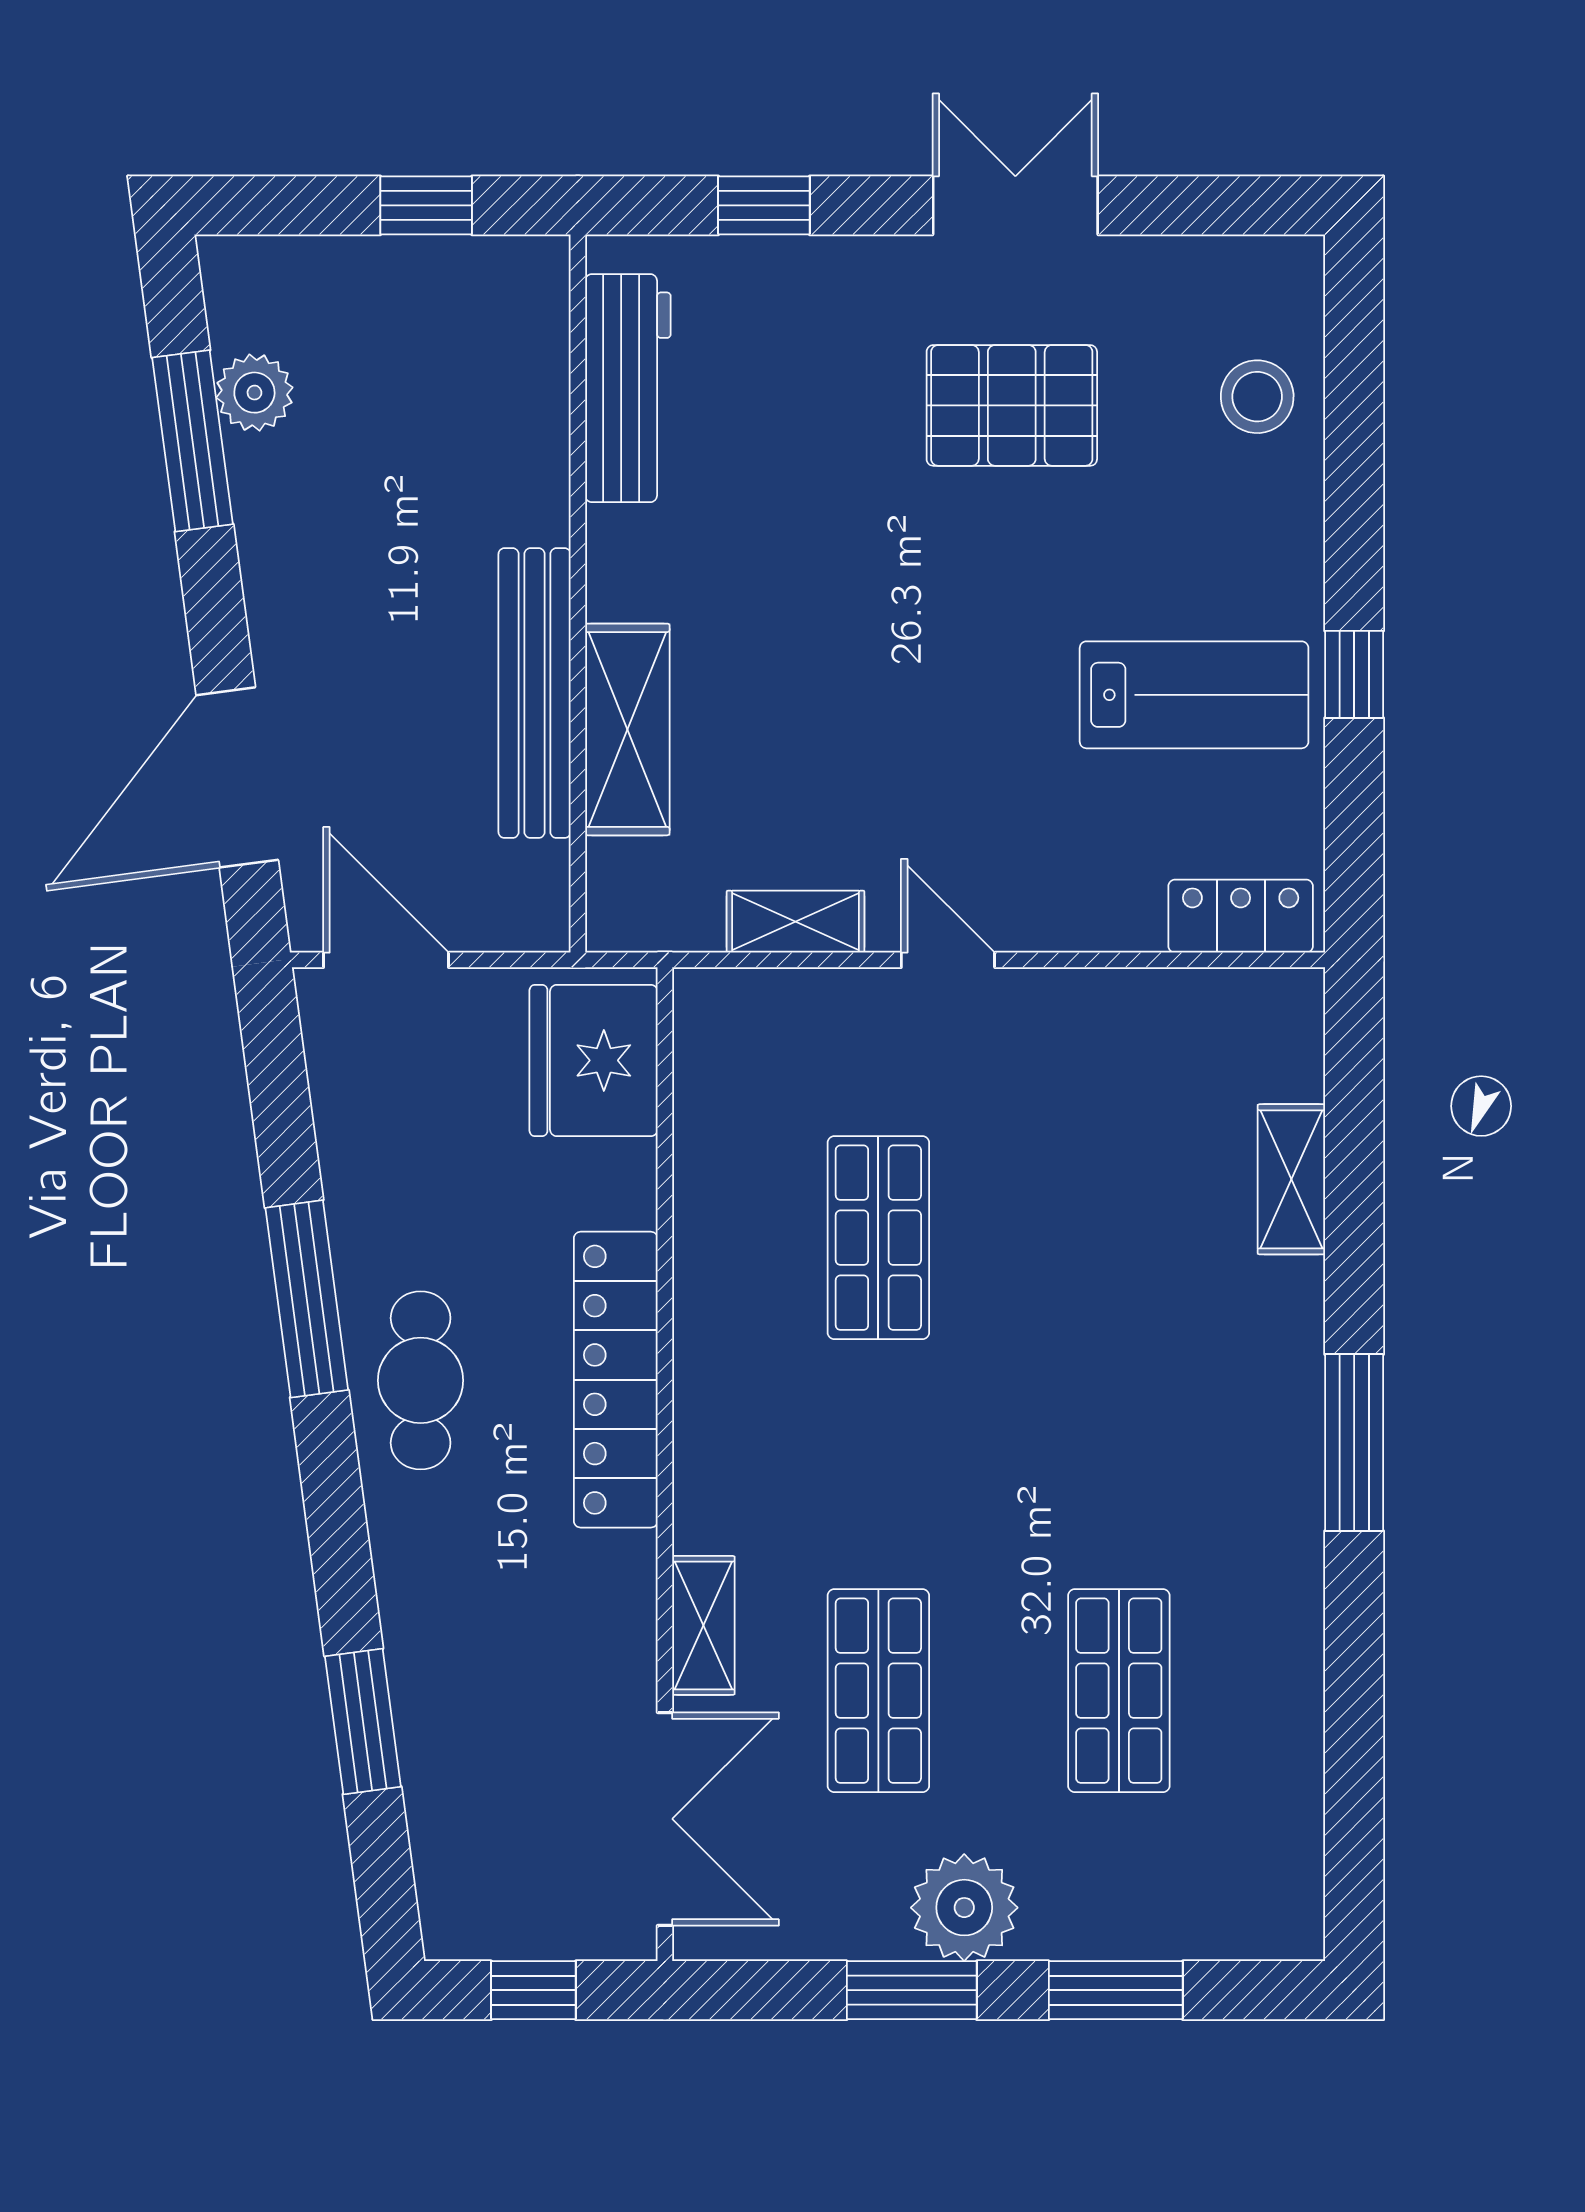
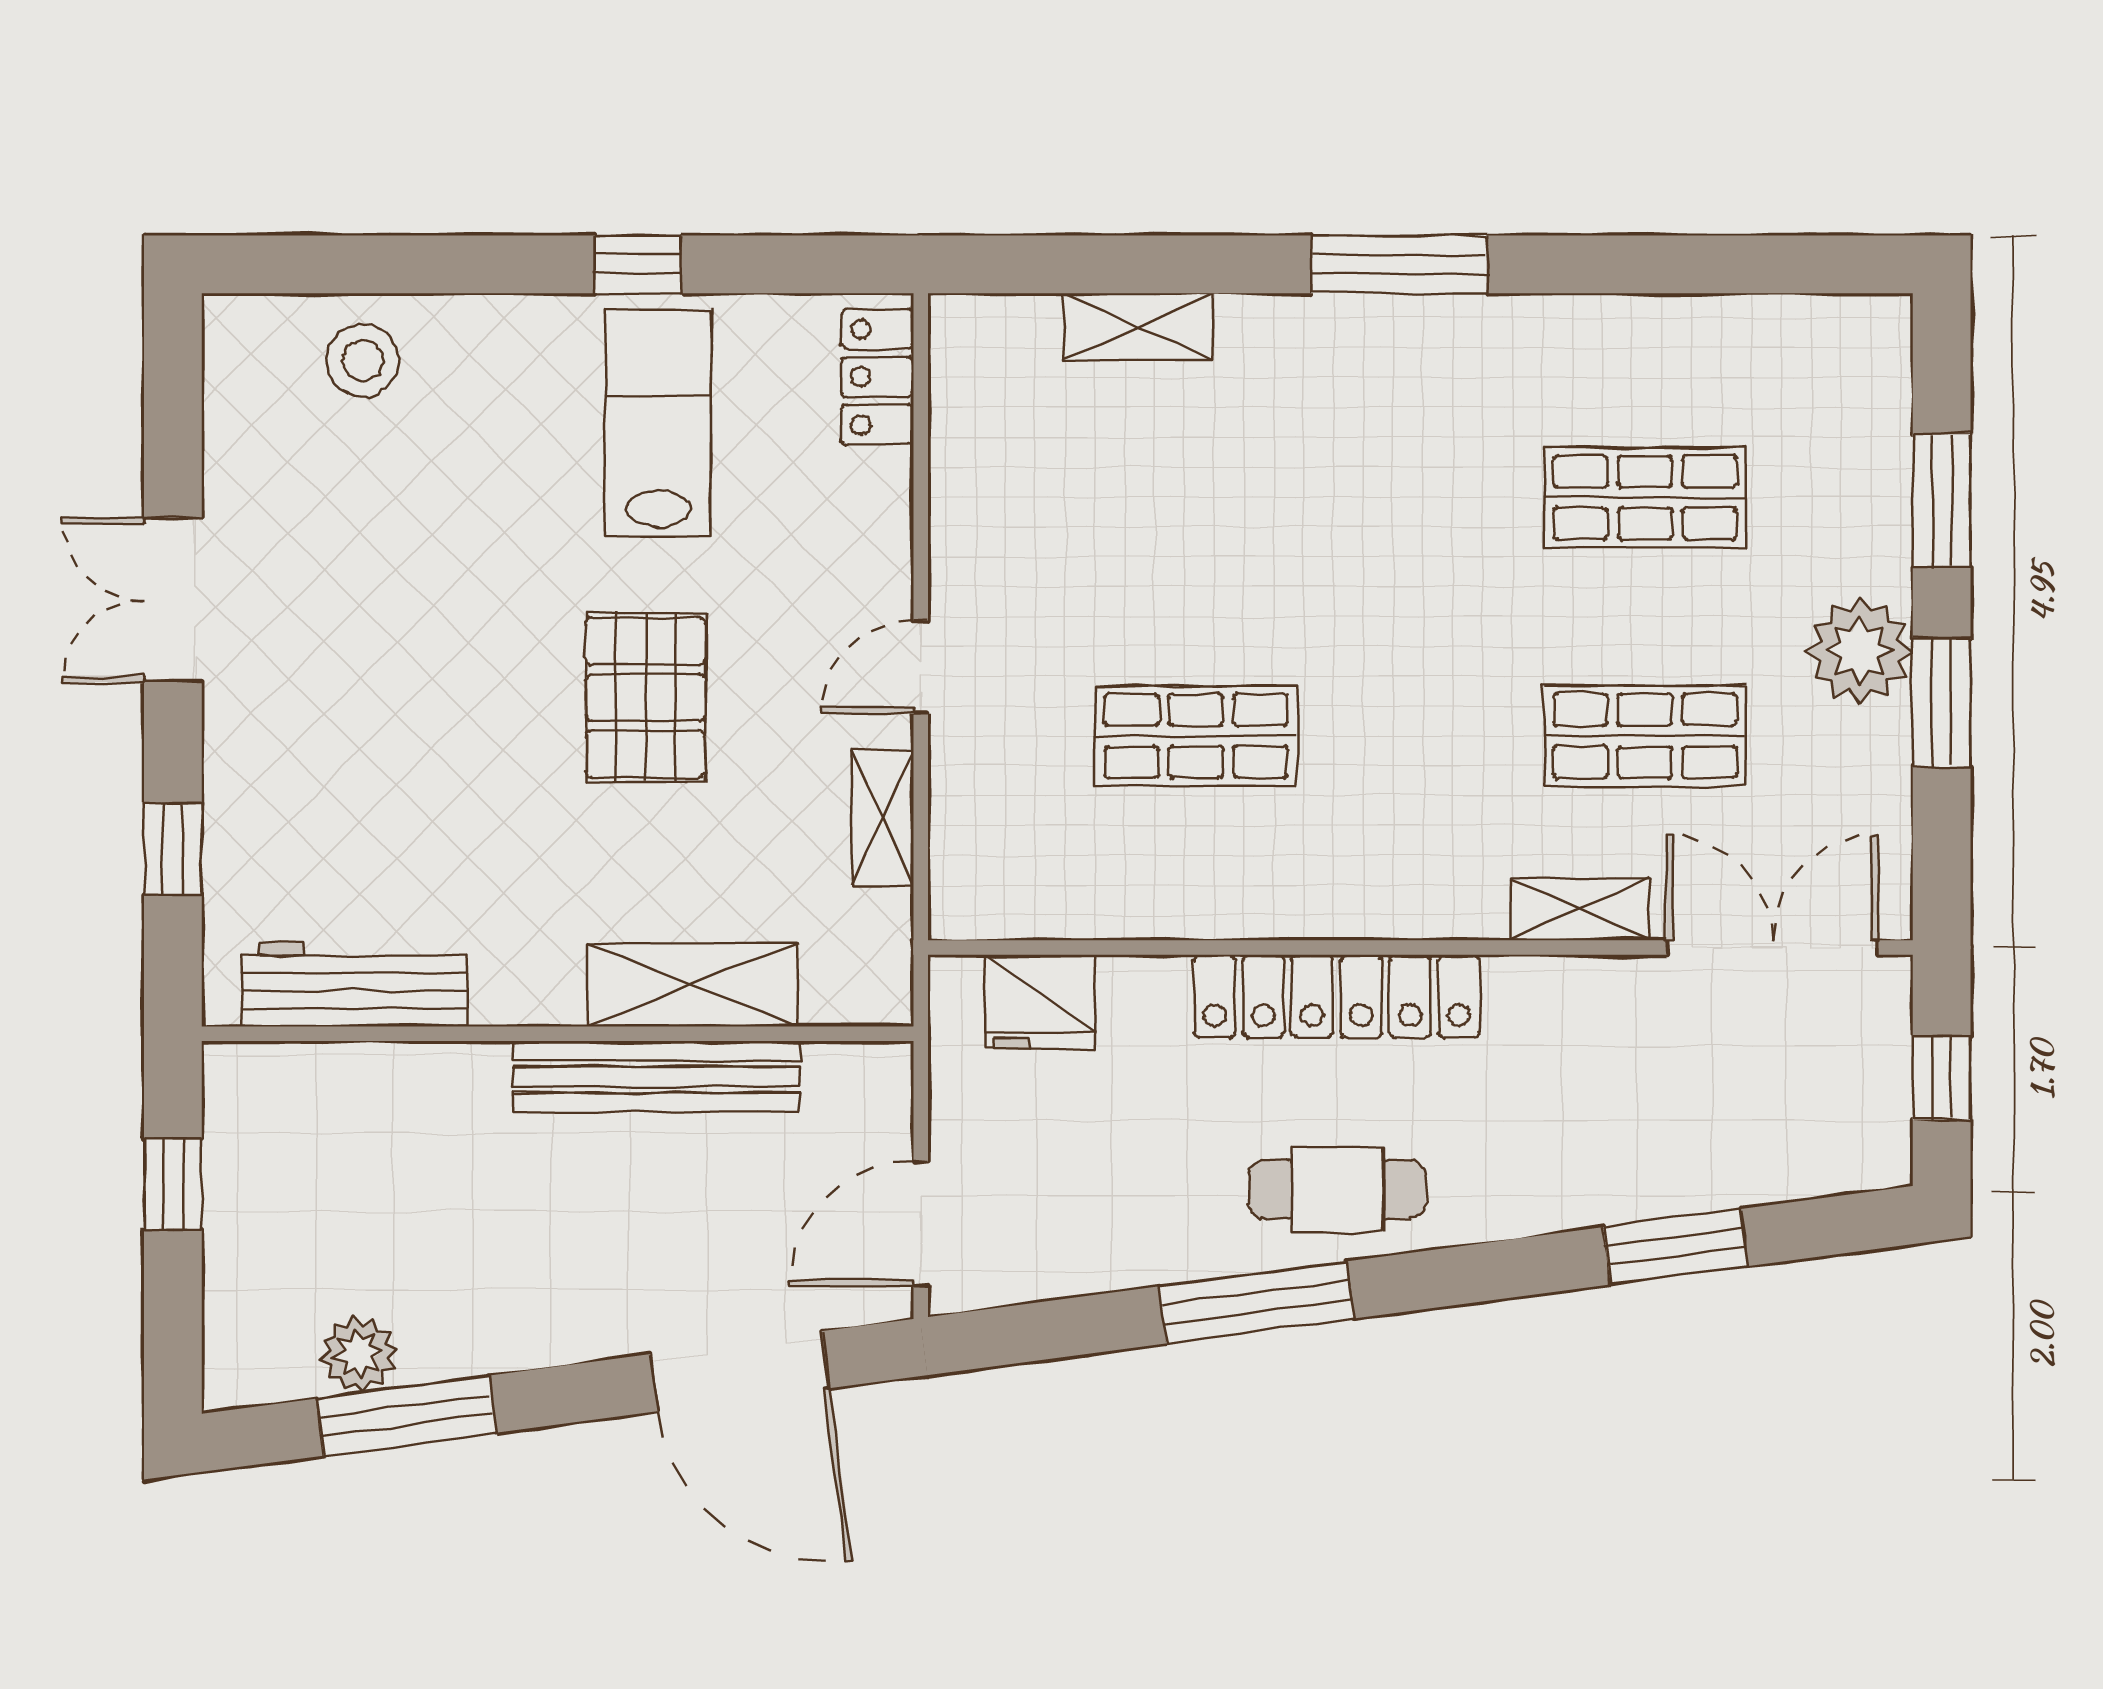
pallet: (1012, 405) -> (646, 698), moved
fridge: (594, 1060) -> (1040, 1002), width x0.73, depth x0.75

